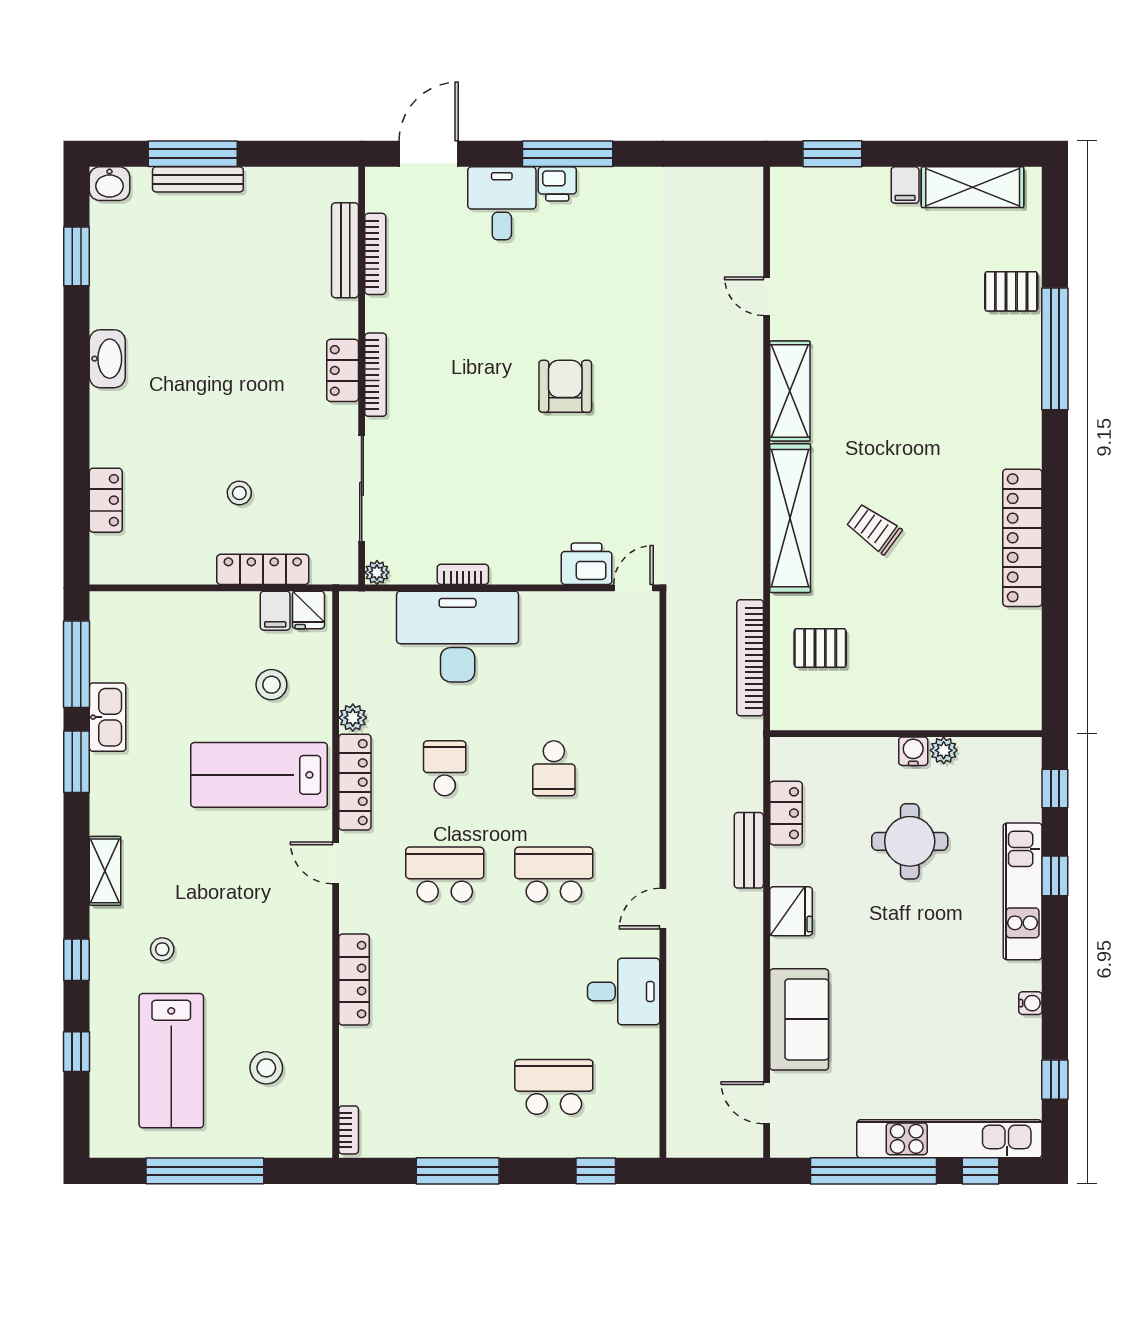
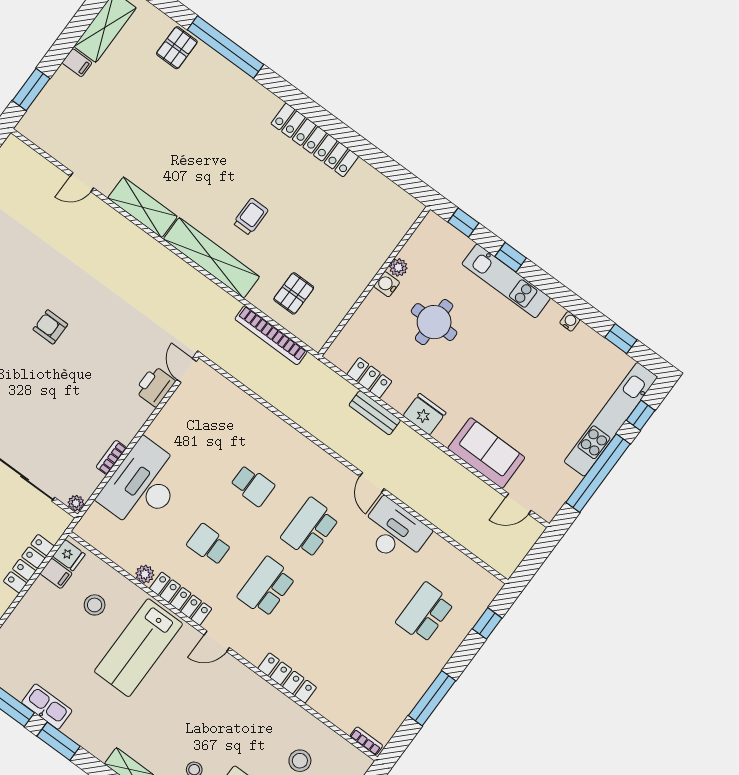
armchair: (565, 386) -> (50, 327), width x0.72, depth x0.72
trolley: (874, 529) -> (251, 217), turned 144
desk: (624, 992) -> (394, 532), width x1.37

